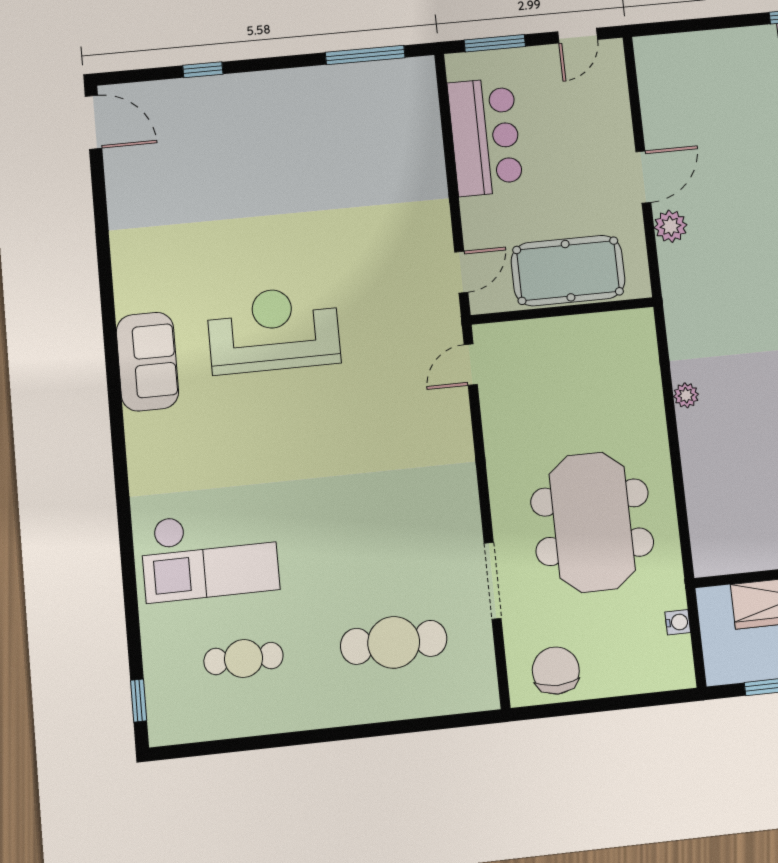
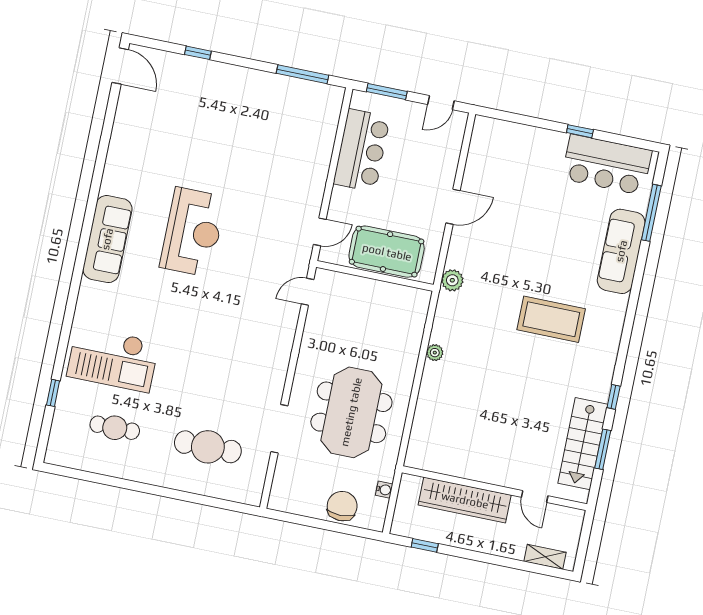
plant: (671, 226) -> (452, 280), moved
reception desk: (274, 330) -> (193, 232), turned 90
sofa: (147, 362) -> (107, 239), width x1.36
chair: (556, 670) -> (342, 506), moved
window: (139, 701) -> (53, 393), moved

